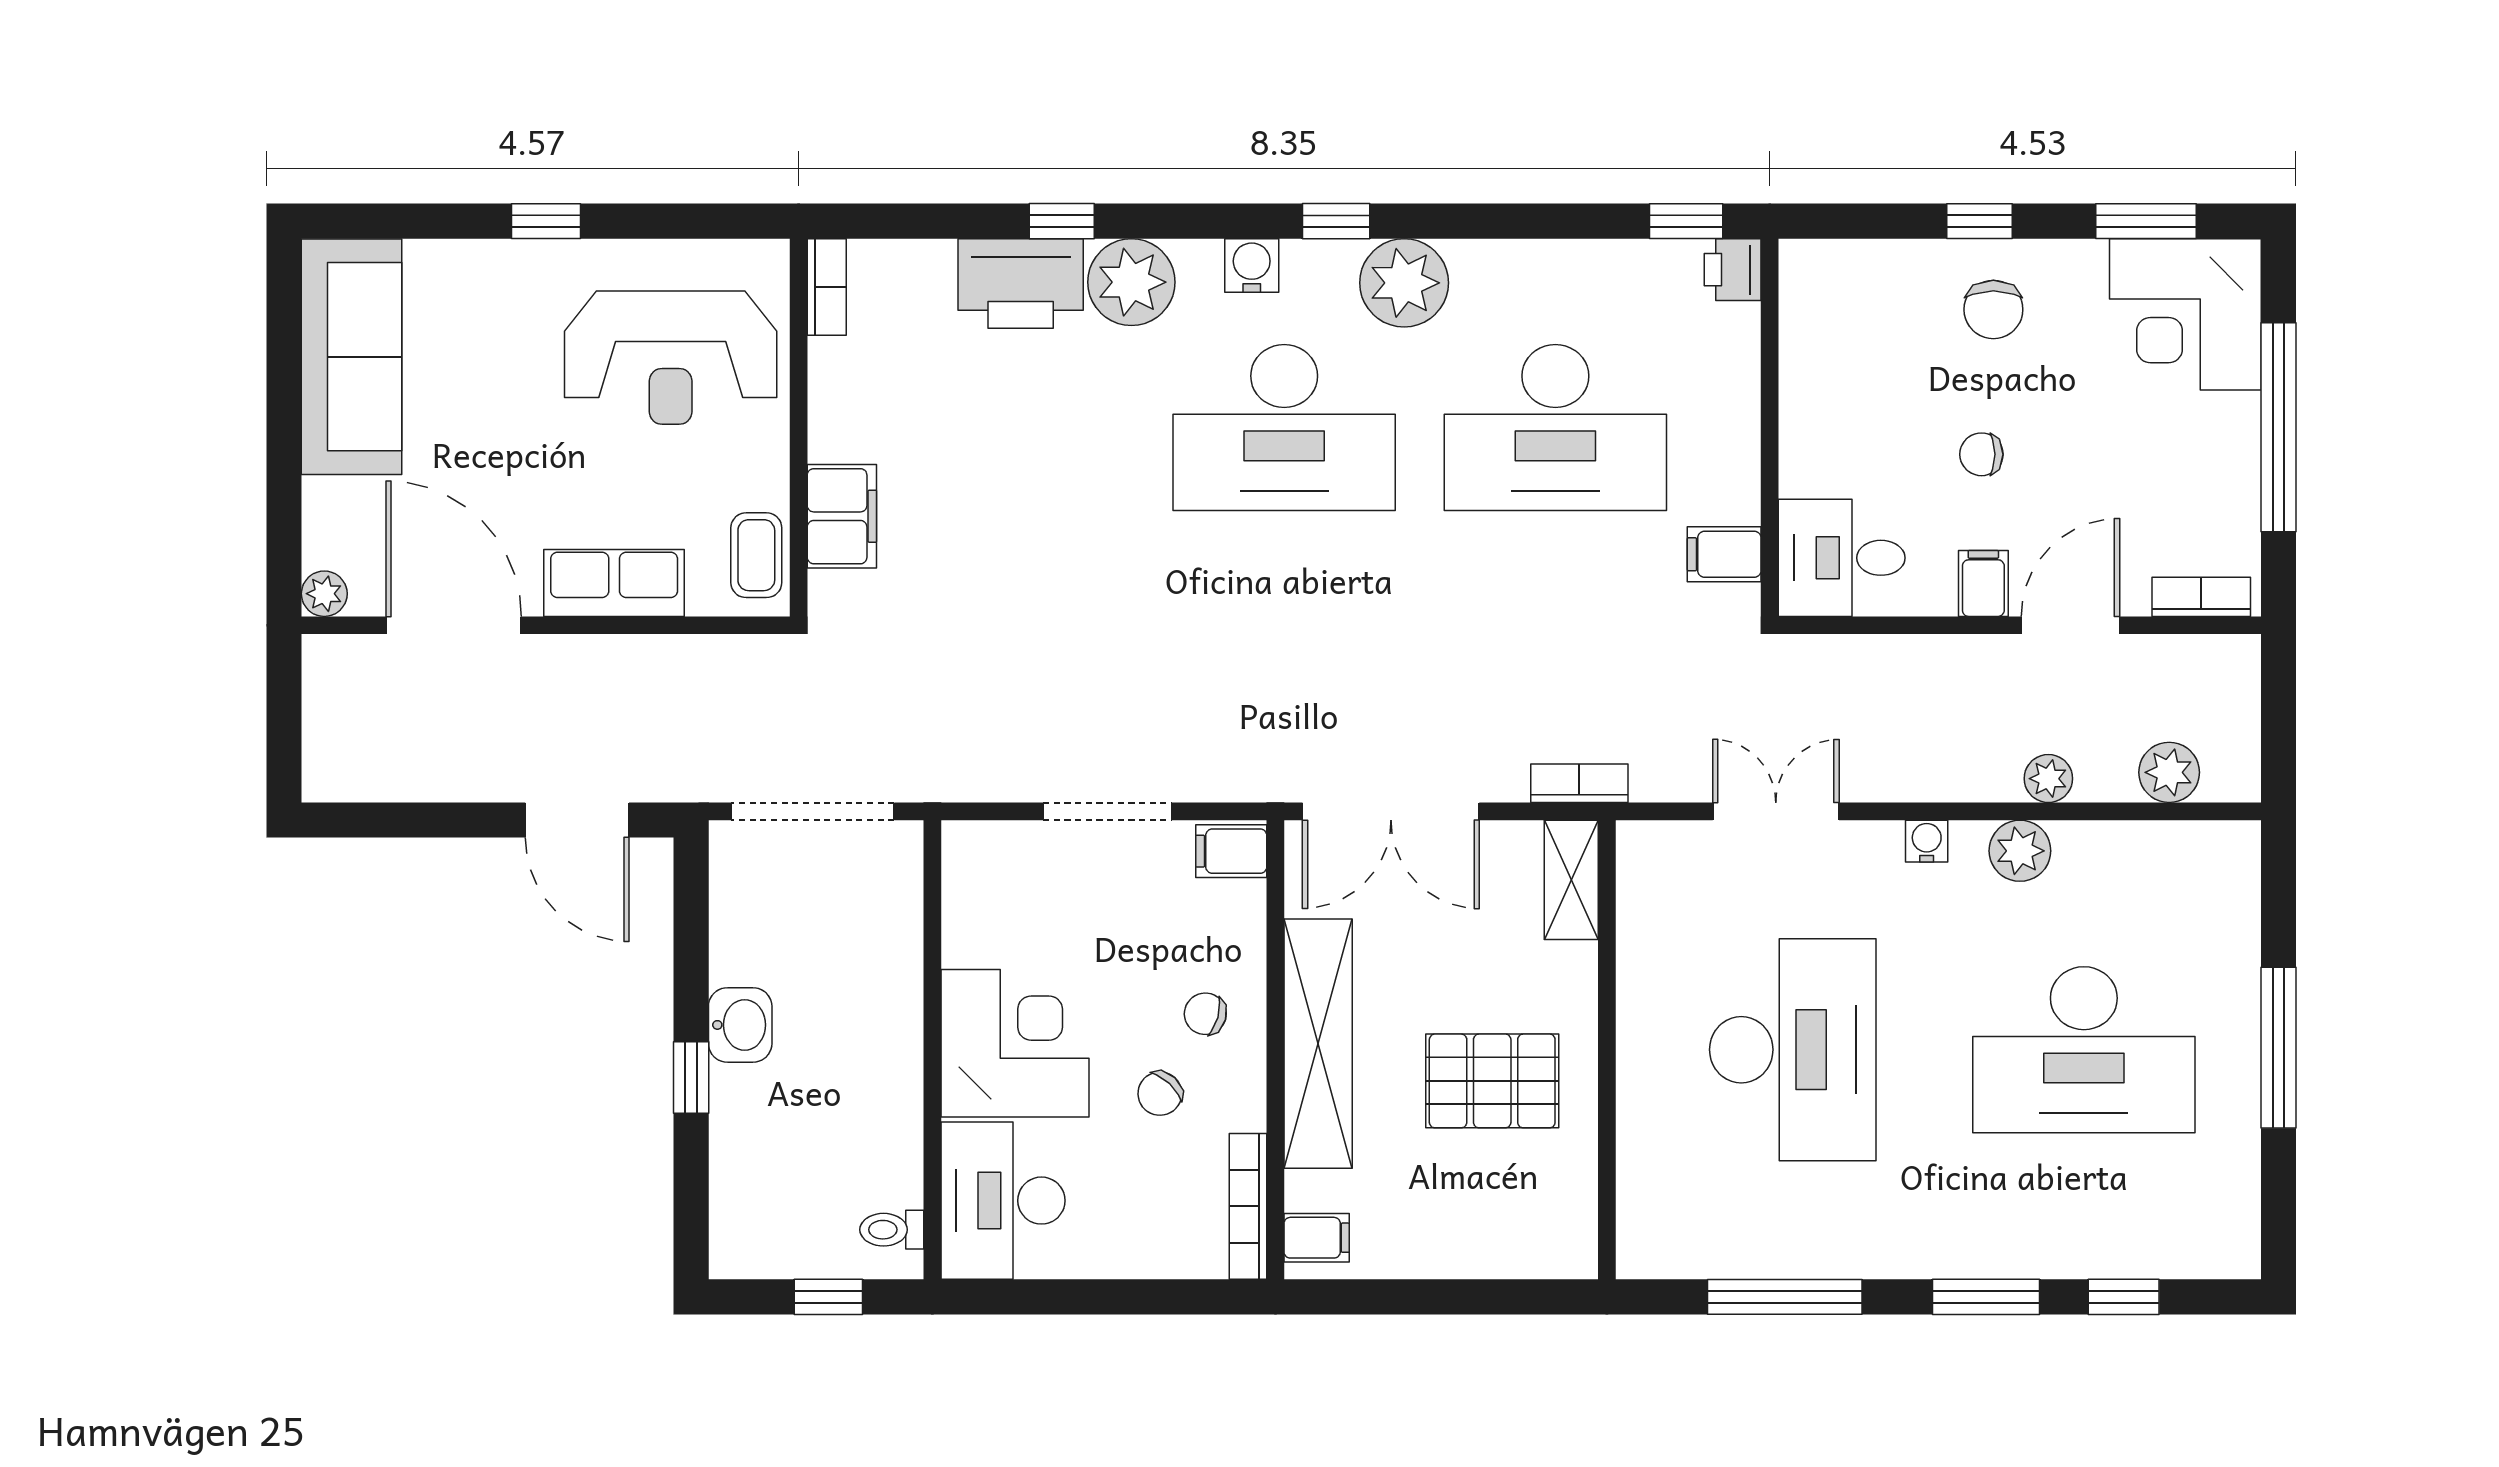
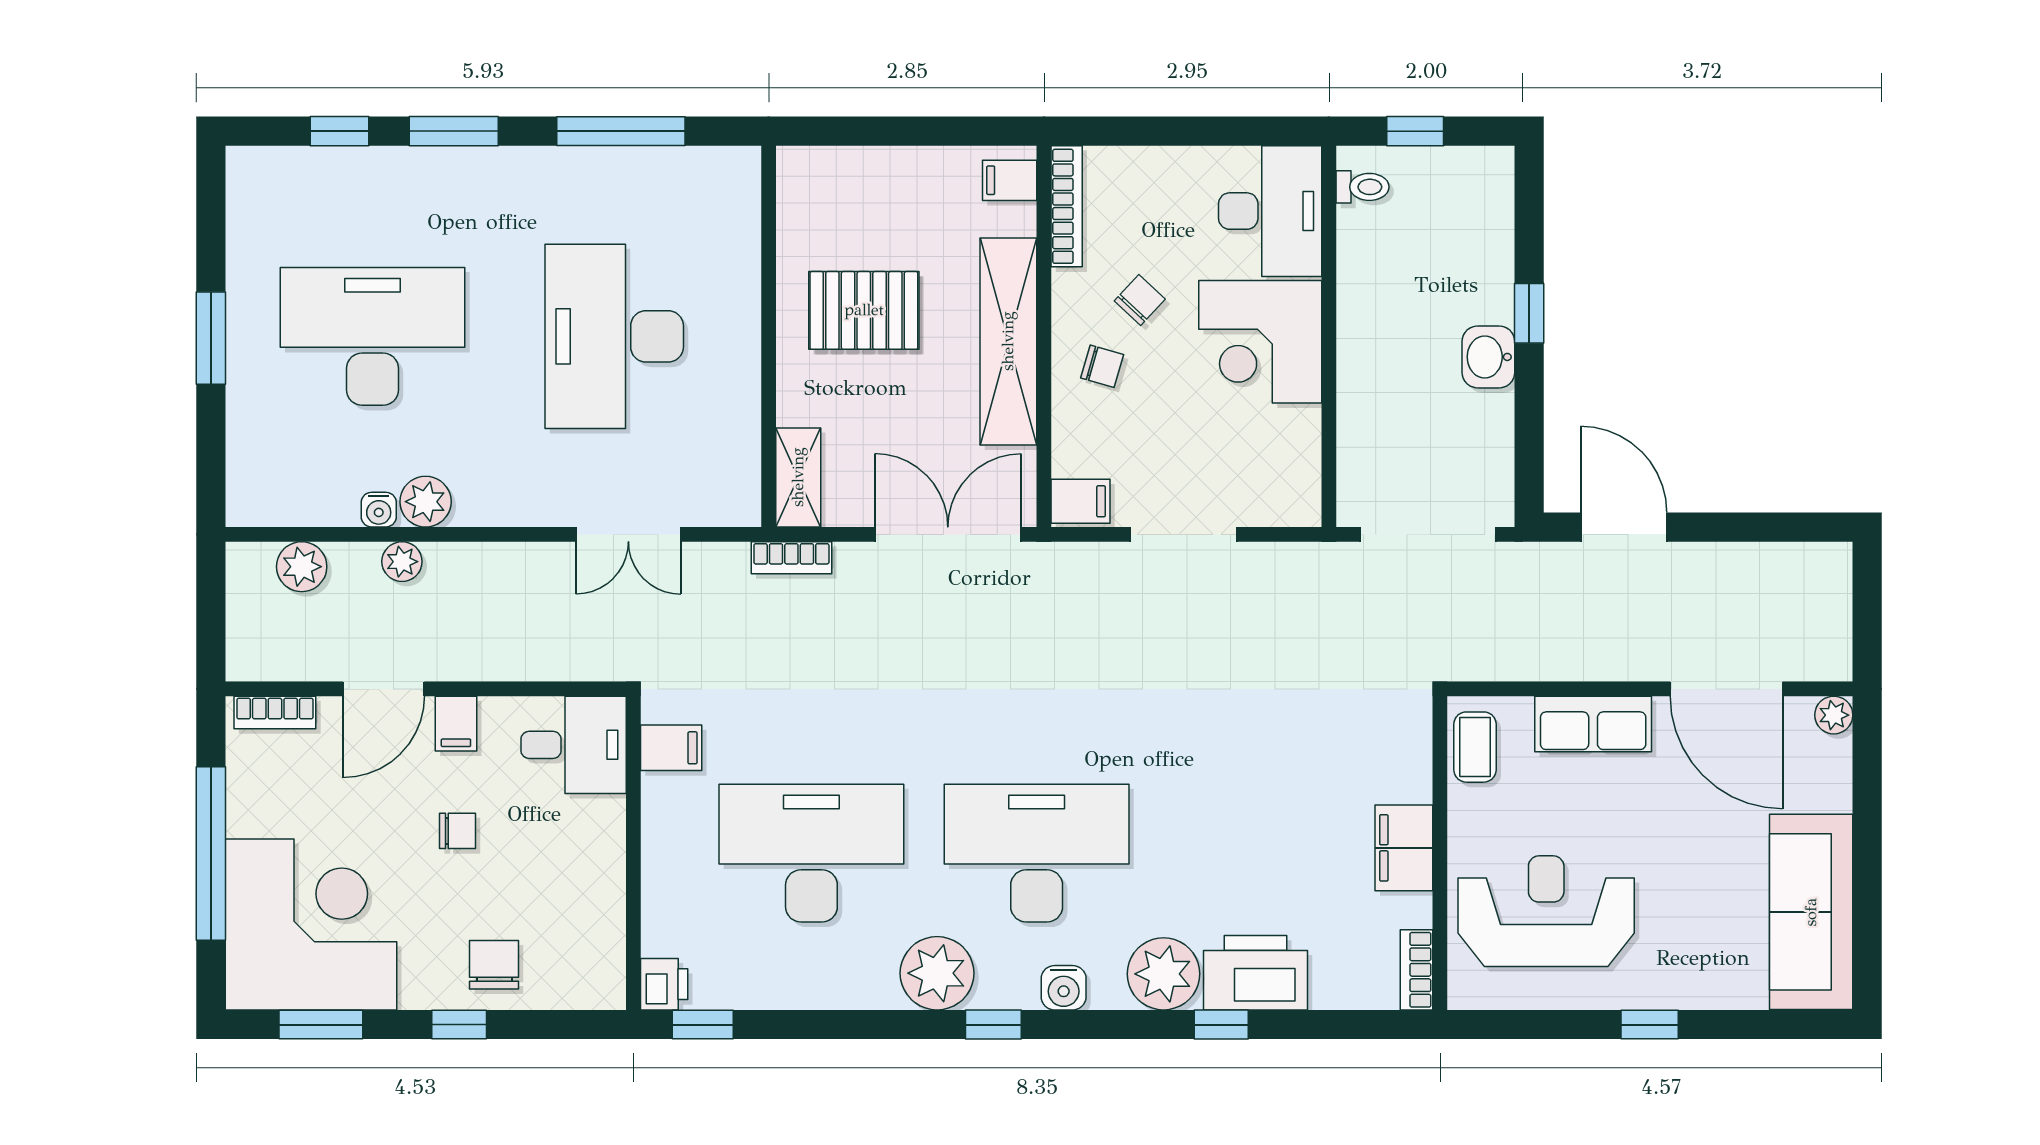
chair: (1993, 310) -> (494, 965), moved
corner desk: (2185, 314) -> (311, 924), width x1.36, depth x1.36
filing cabinet: (842, 516) -> (1404, 848), moved
water cooler: (1927, 841) -> (379, 510), moved
window: (2278, 1048) -> (211, 338), width x0.69

